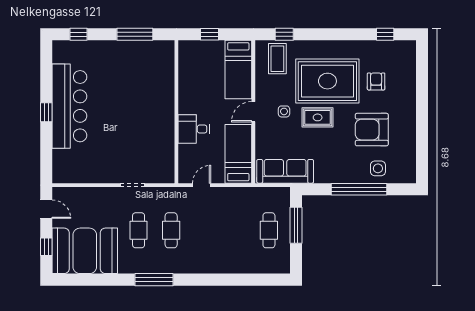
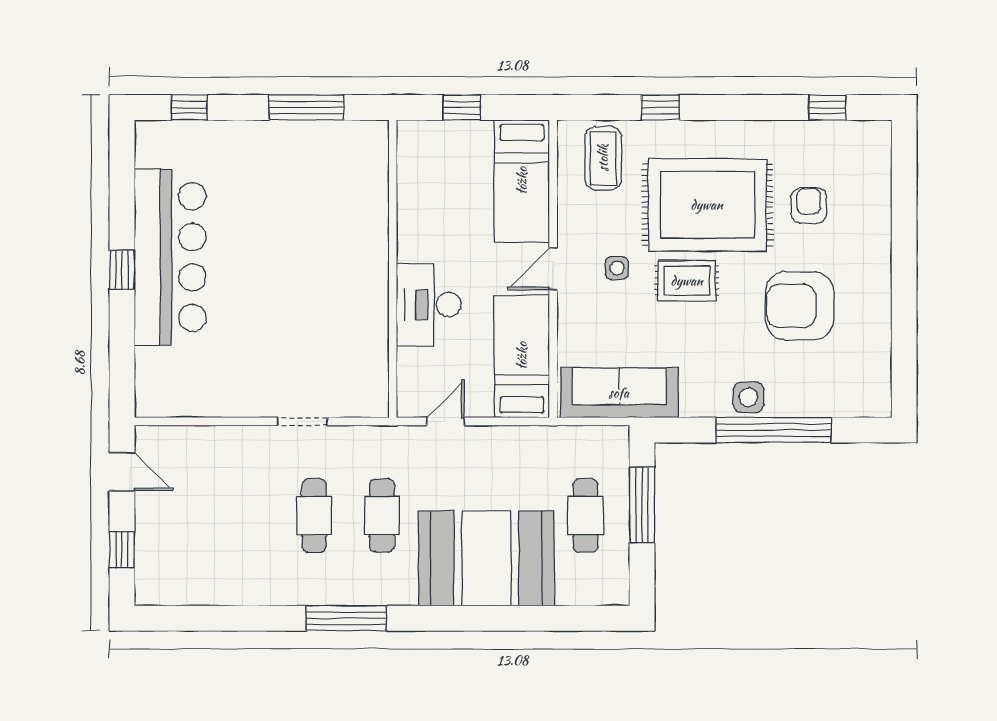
window: (284, 34) -> (660, 107), moved
desk: (194, 129) -> (429, 305), width x1.37
side table: (378, 168) -> (748, 397), moved
booth: (85, 251) -> (486, 558), moved

